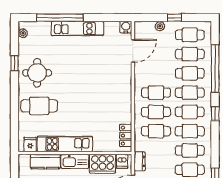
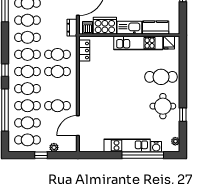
water cooler: (126, 27) -> (156, 147), moved
cafe table: (156, 93) -> (57, 106), moved

